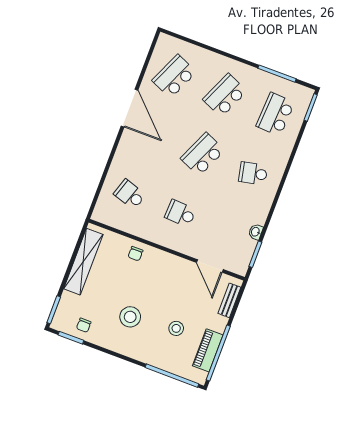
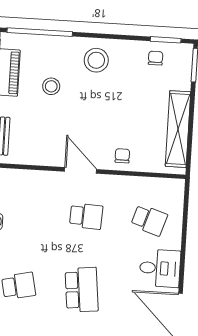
desk: (133, 152) -> (160, 268), added
school desk: (203, 154) -> (82, 290), turned -30
door: (210, 266) -> (80, 170), moved
stool: (130, 317) -> (96, 60), moved

